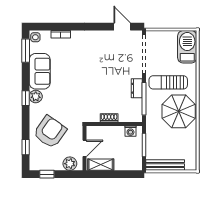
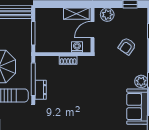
washing machine: (130, 131) -> (77, 47), moved
armchair: (50, 132) -> (127, 46), width x0.53, depth x0.53

